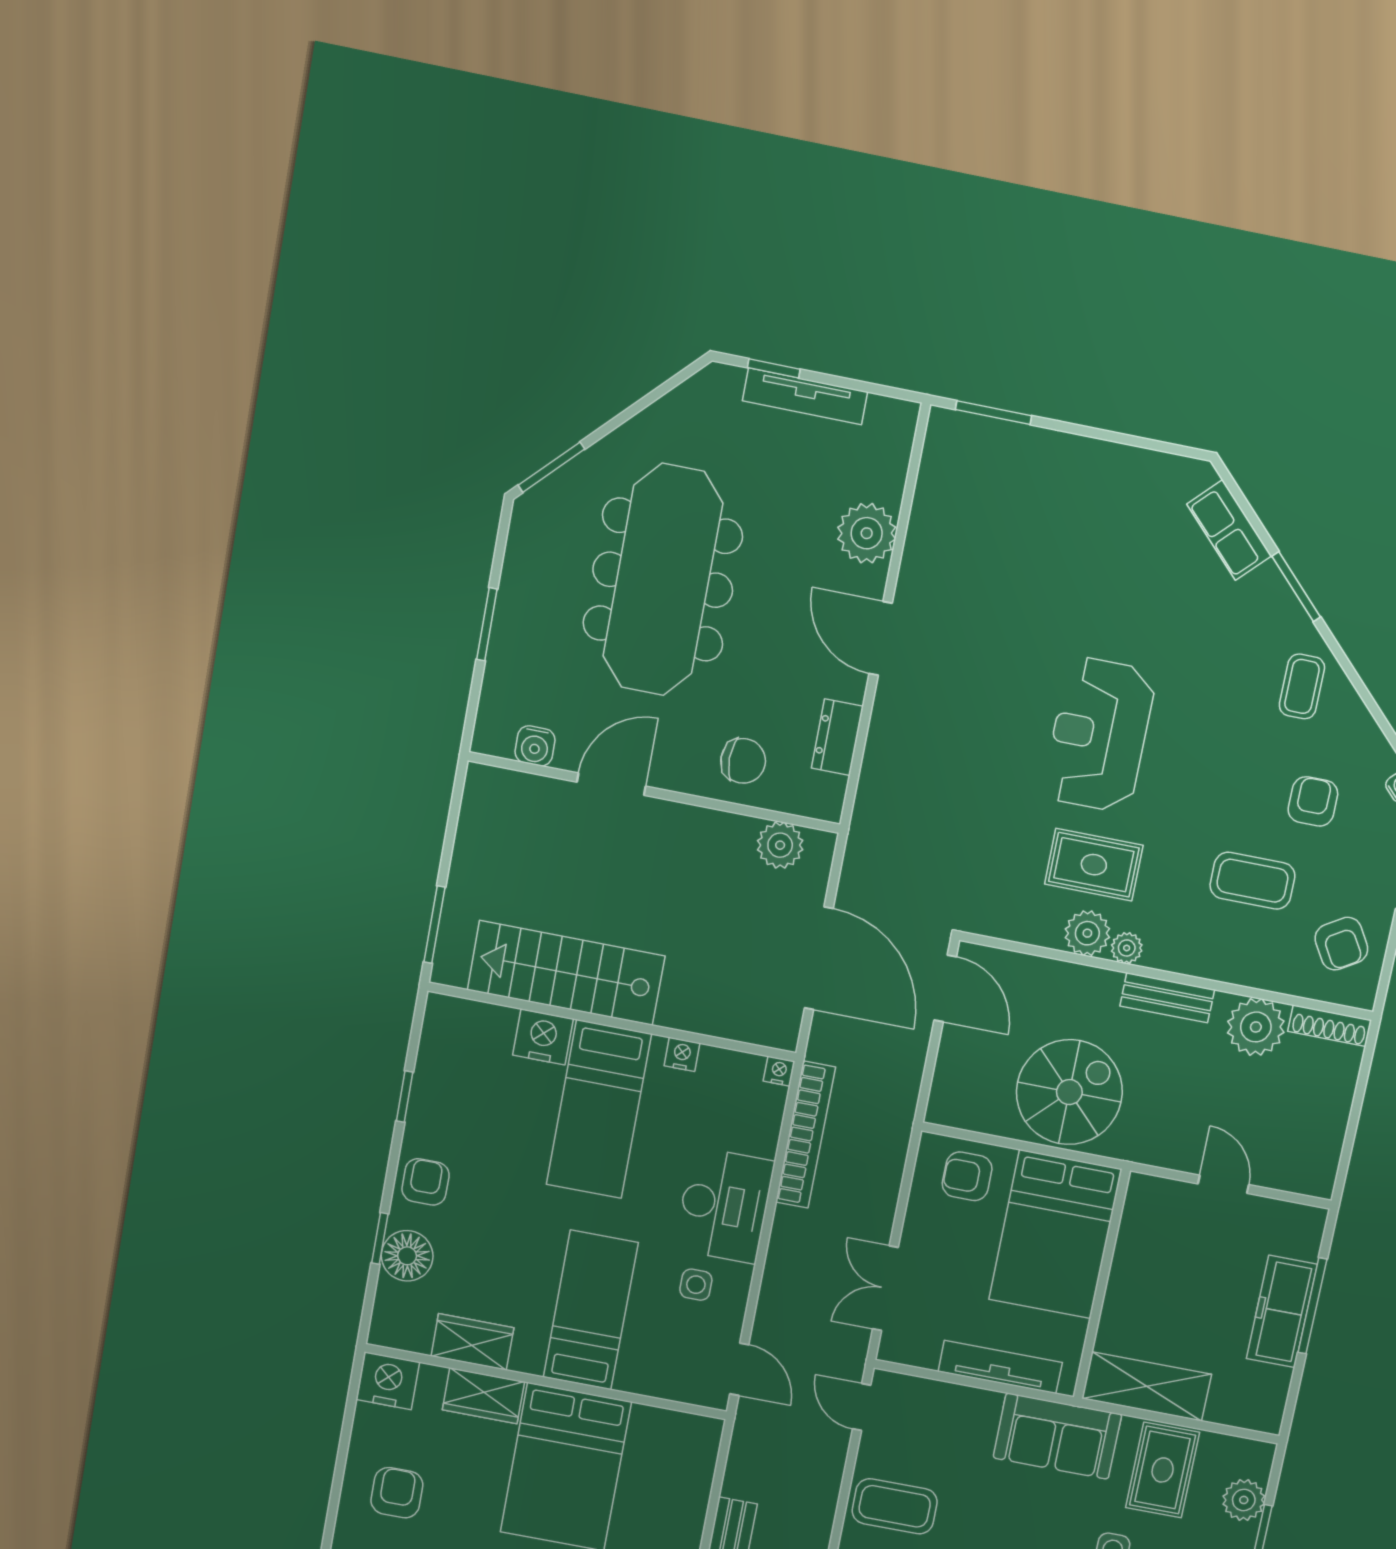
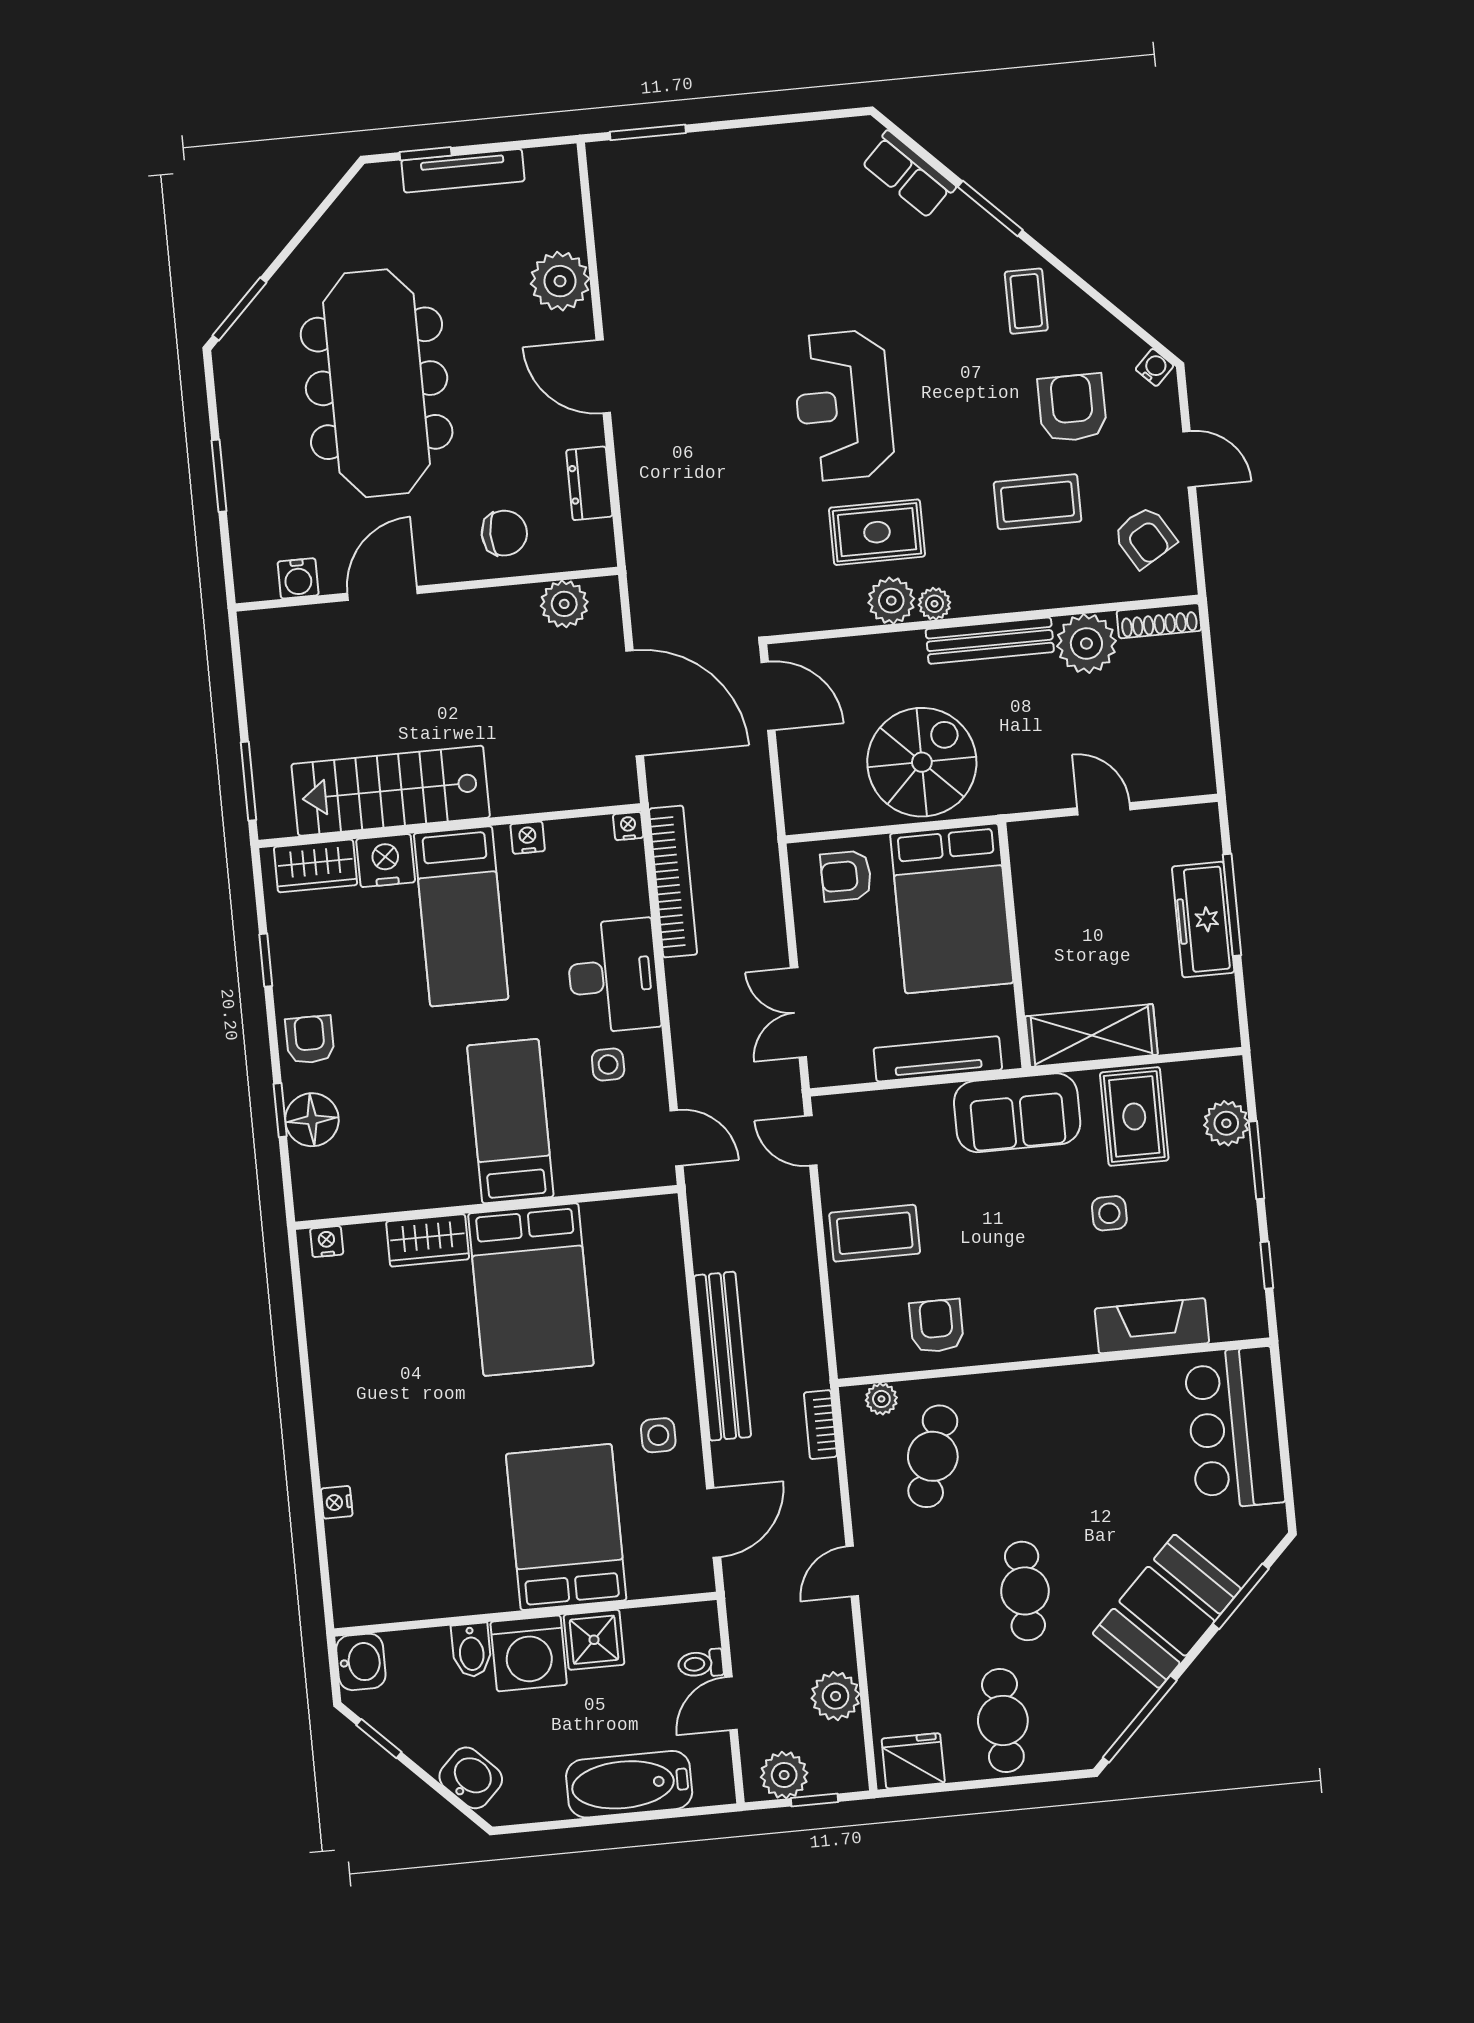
armchair: (1313, 801) -> (1072, 408), width x1.38, depth x1.38
bench: (1167, 998) -> (990, 641), width x1.36
wardrobe: (472, 1342) -> (316, 866), moved, turned 180
nightstand: (388, 1381) -> (327, 1242), width x0.53, depth x0.56
armchair: (397, 1493) -> (368, 1366), removed

